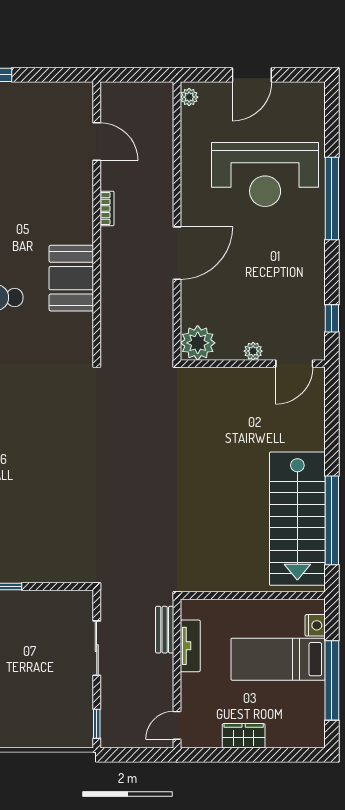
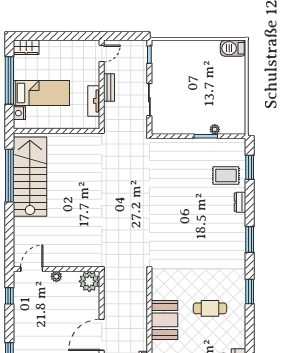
bench: (165, 630) -> (109, 88), moved
wardrobe: (244, 736) -> (26, 47), moved

